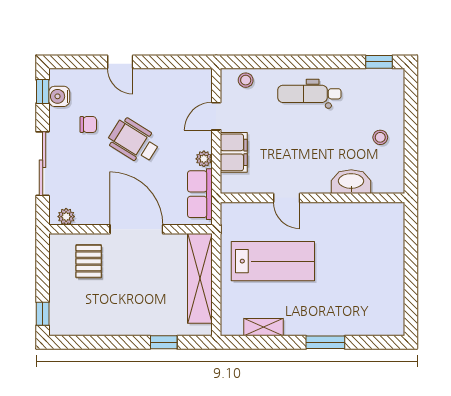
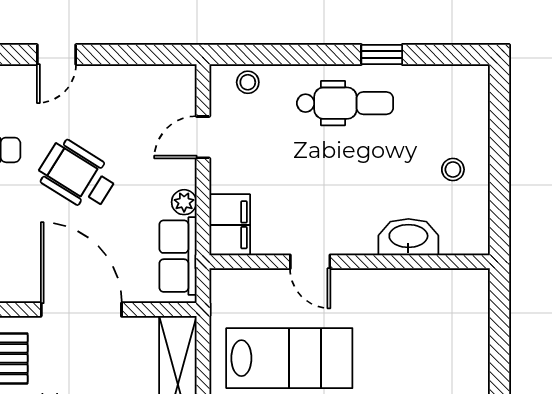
door: (120, 62) -> (56, 54), hinge flipped
window: (379, 62) -> (382, 54), moved
dental chair: (309, 94) -> (345, 103), turned 180
filing cabinet: (234, 152) -> (230, 225), moved

